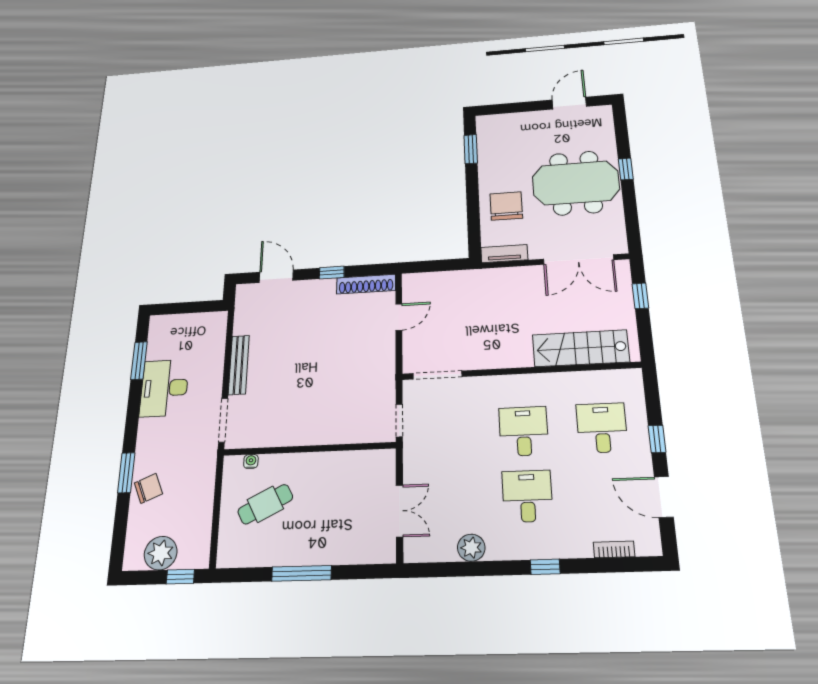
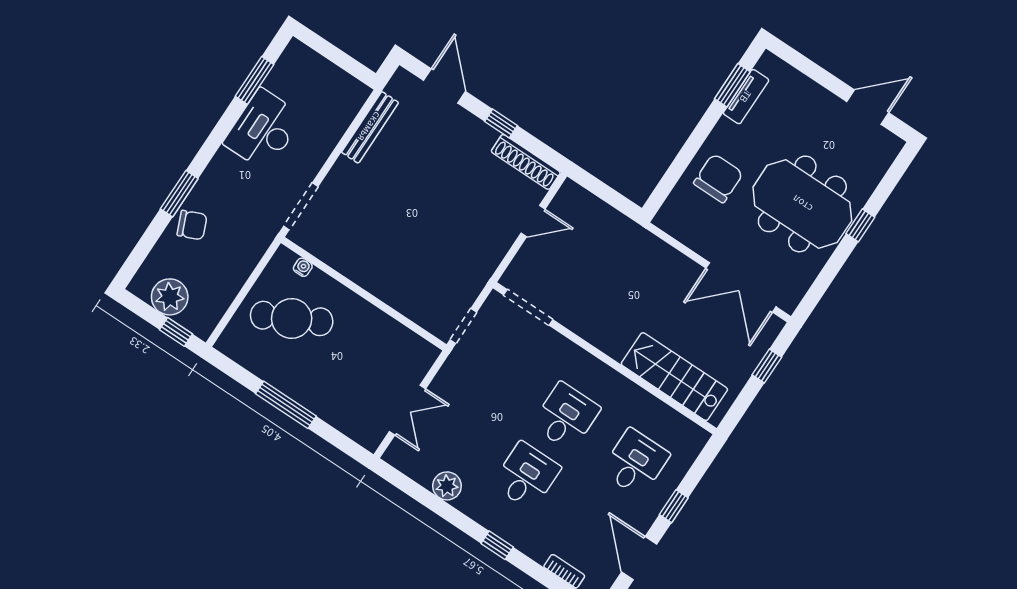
tv unit: (504, 254) -> (746, 97), moved, turned 90
bench: (239, 365) -> (370, 127), moved
cafe table: (265, 504) -> (292, 318), width x1.37, depth x1.35

